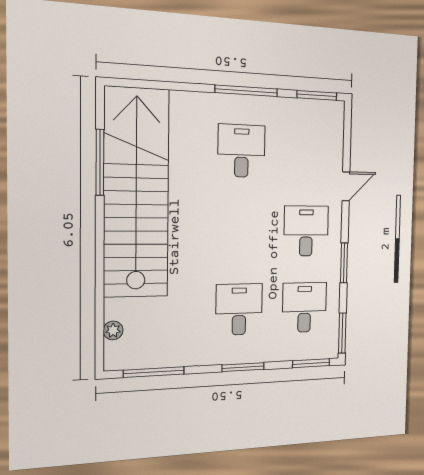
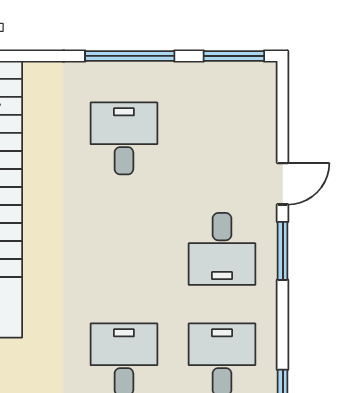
desk: (306, 231) -> (222, 249), turned 180
window: (344, 263) -> (283, 251), moved

